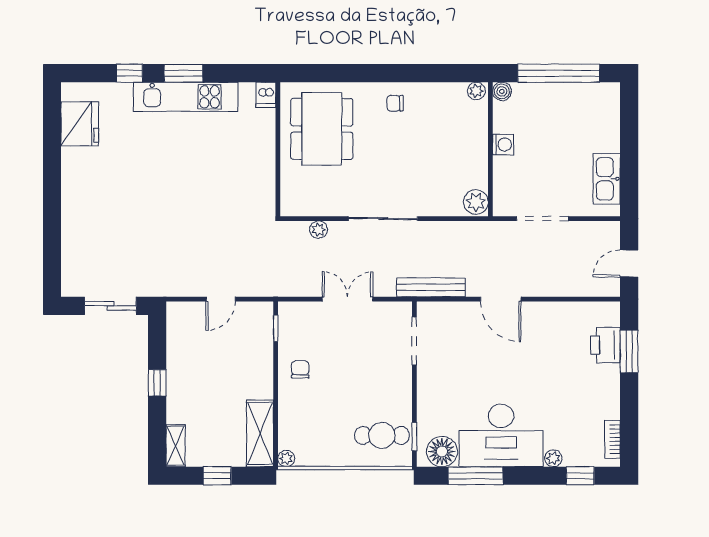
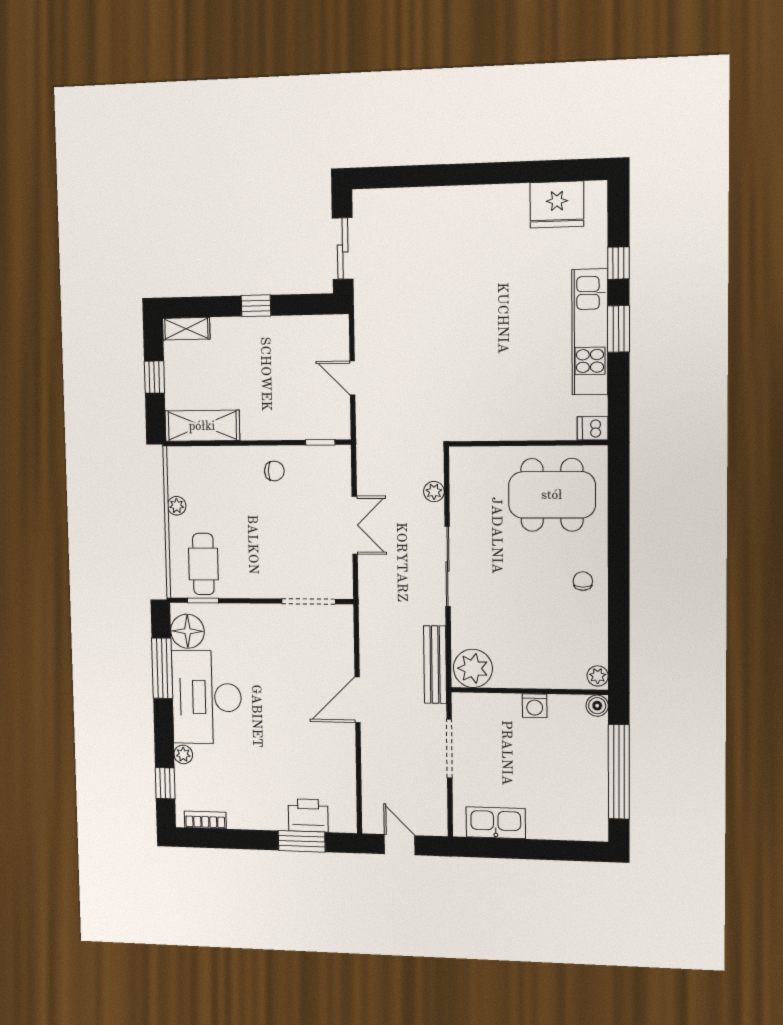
plant: (476, 202) -> (473, 668), width x1.36, depth x1.36
bench: (431, 287) -> (435, 665), moved
plant: (286, 459) -> (177, 506), moved

